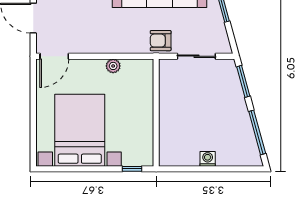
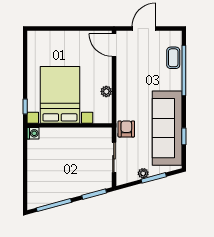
plant: (217, 19) -> (143, 173), added
bed with nightstands: (80, 130) -> (60, 95), moved, turned -90
washing machine: (208, 159) -> (33, 133), moved

